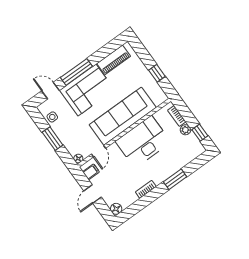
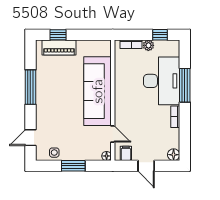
piano: (114, 60) -> (59, 47), moved, turned 90
window: (76, 72) -> (30, 87), moved
window: (157, 73) -> (58, 35), moved
corner sofa: (87, 90) -> (53, 106), removed
desk: (143, 142) -> (162, 81), moved, turned 180
window: (175, 179) -> (185, 85), width x1.44

